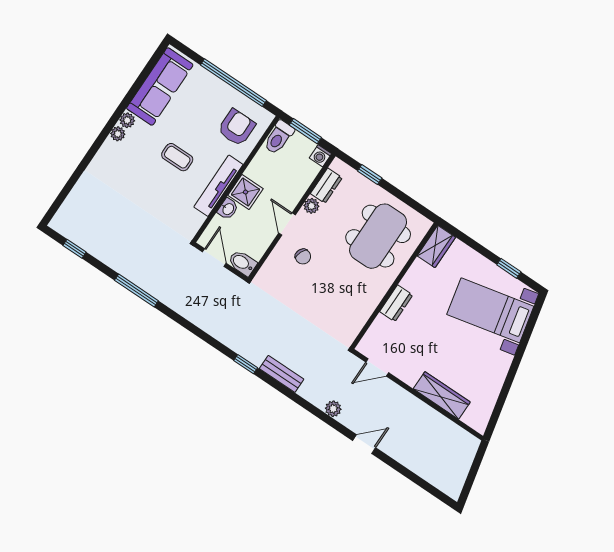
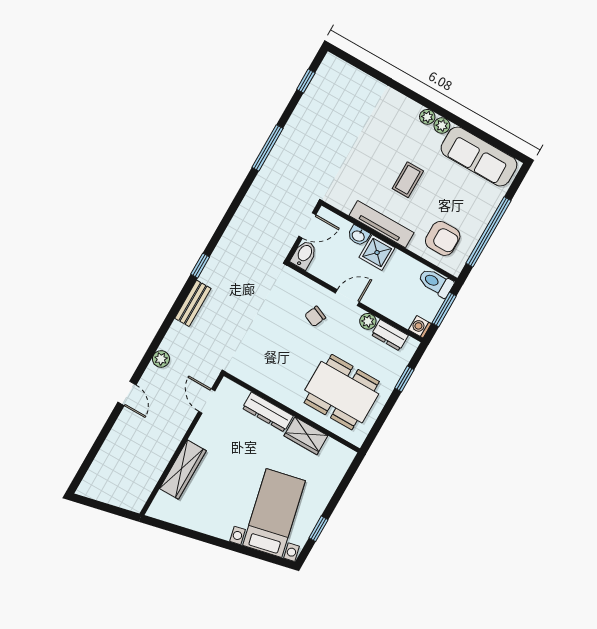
wardrobe: (436, 246) -> (306, 436), moved
dresser: (396, 303) -> (268, 412), width x1.44

